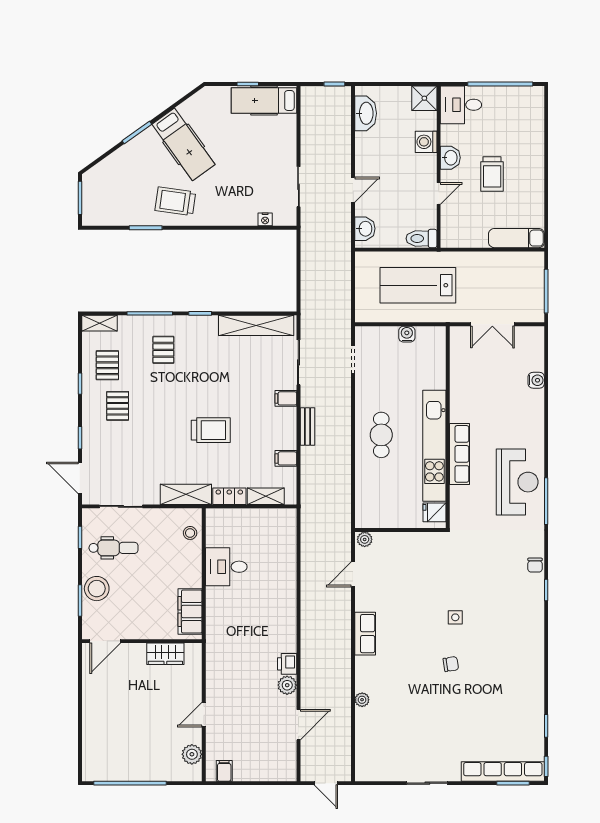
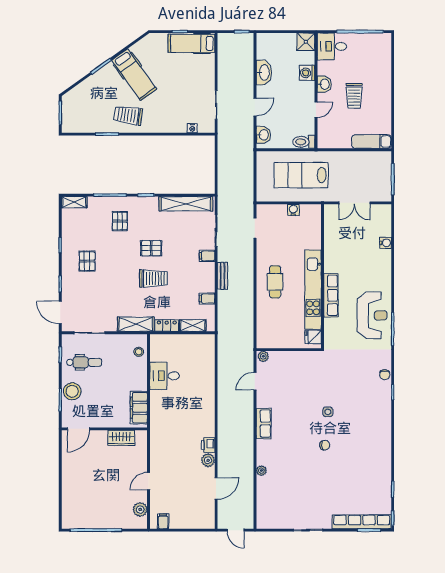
washbasin: (366, 113) -> (264, 72), moved
pallet: (107, 365) -> (151, 248), moved, turned 90

